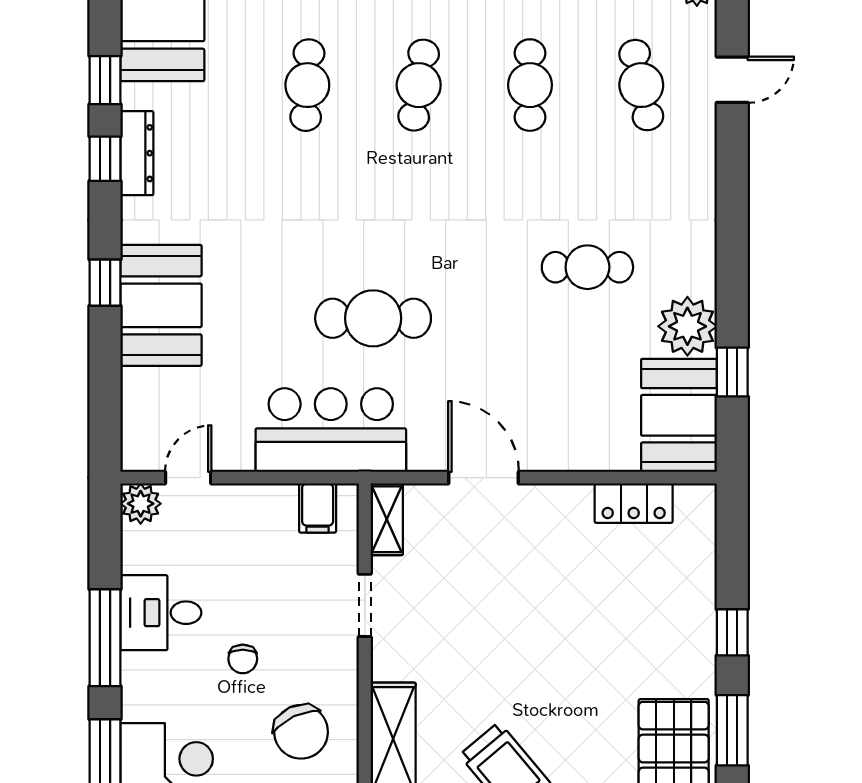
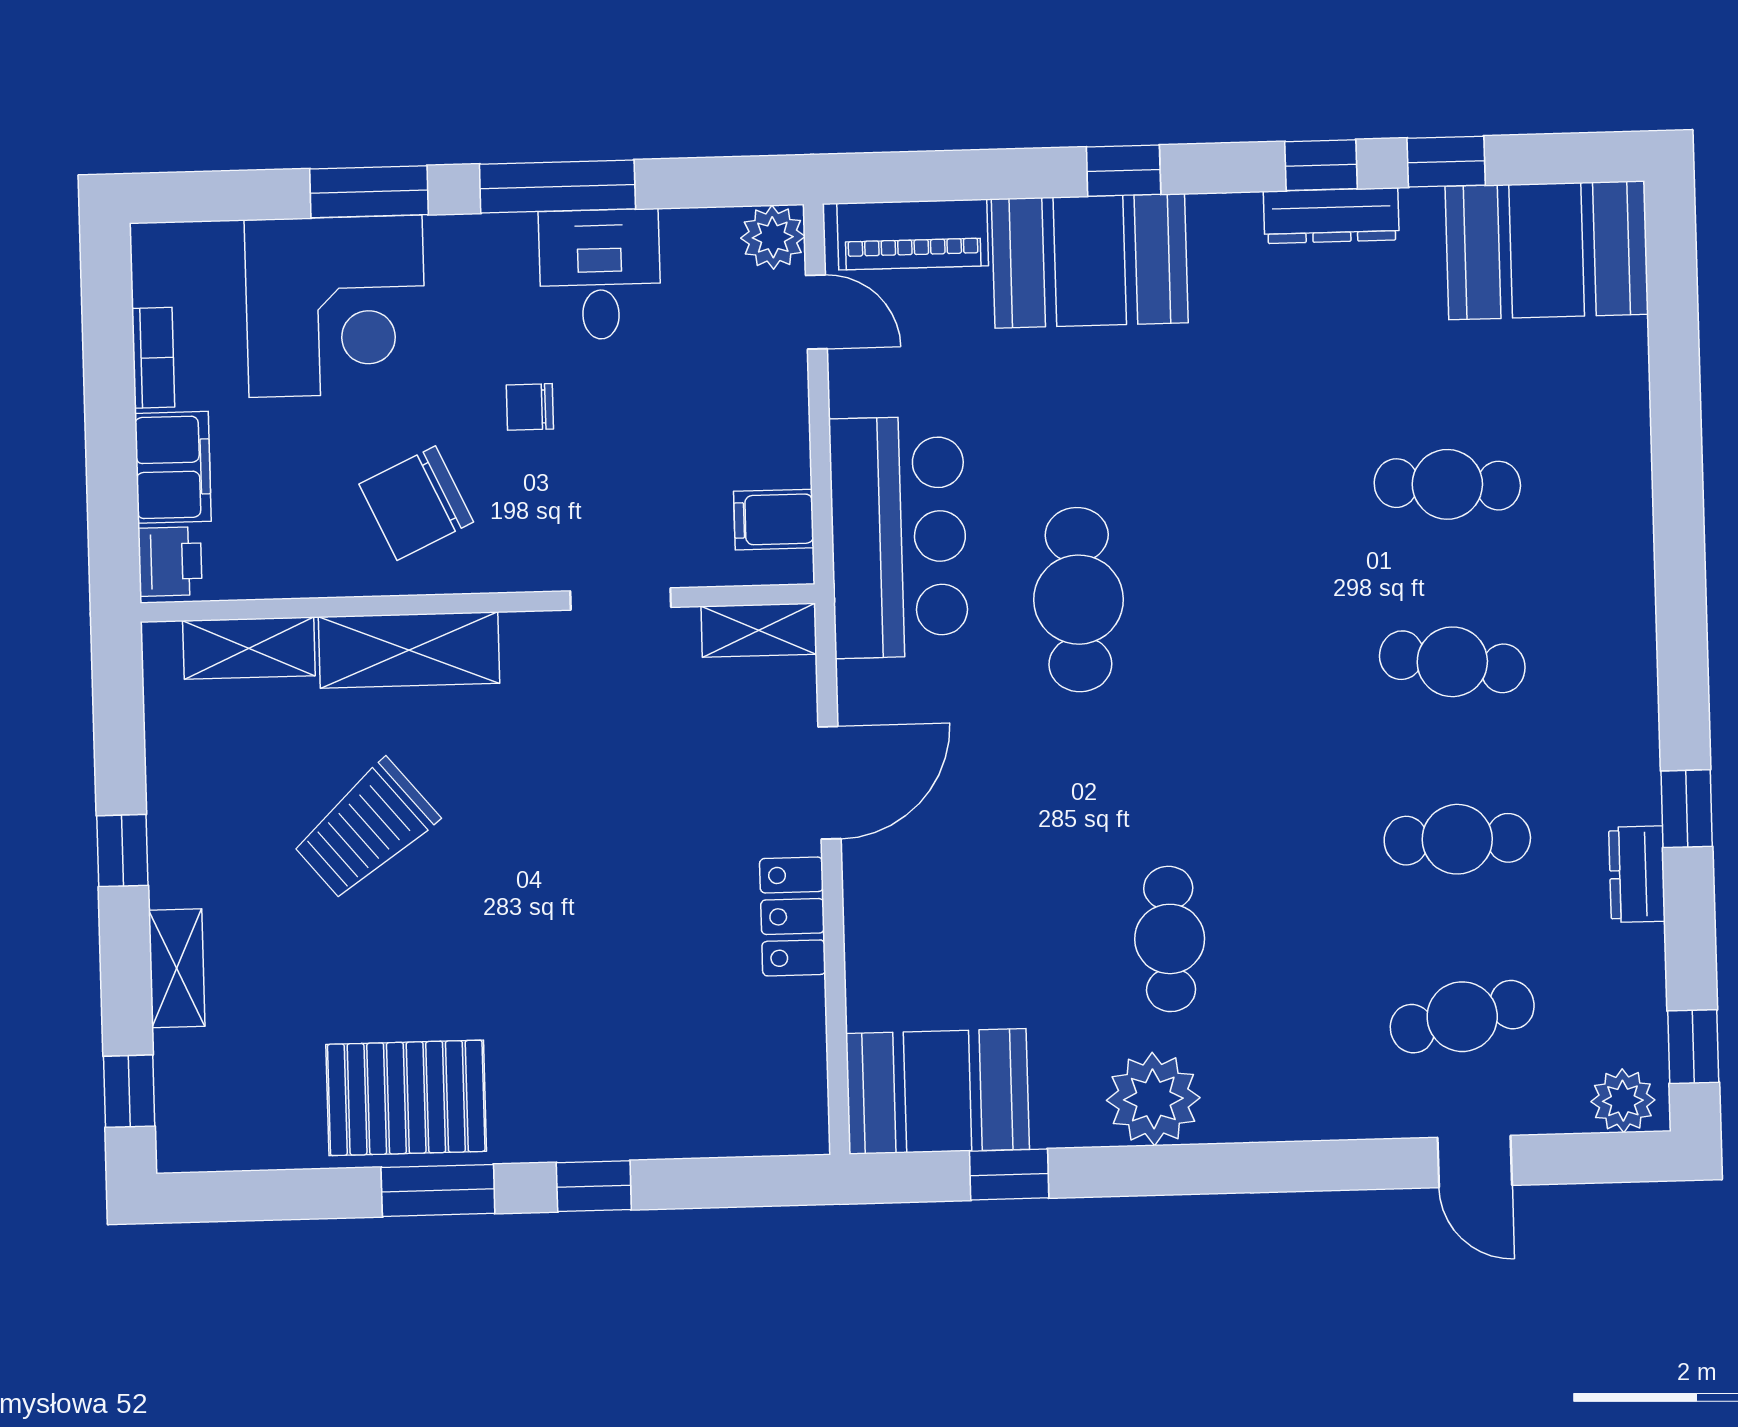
plant: (687, 326) -> (1153, 1099), moved
piano: (141, 416) -> (913, 235), added
locker: (634, 503) -> (793, 916), moved

